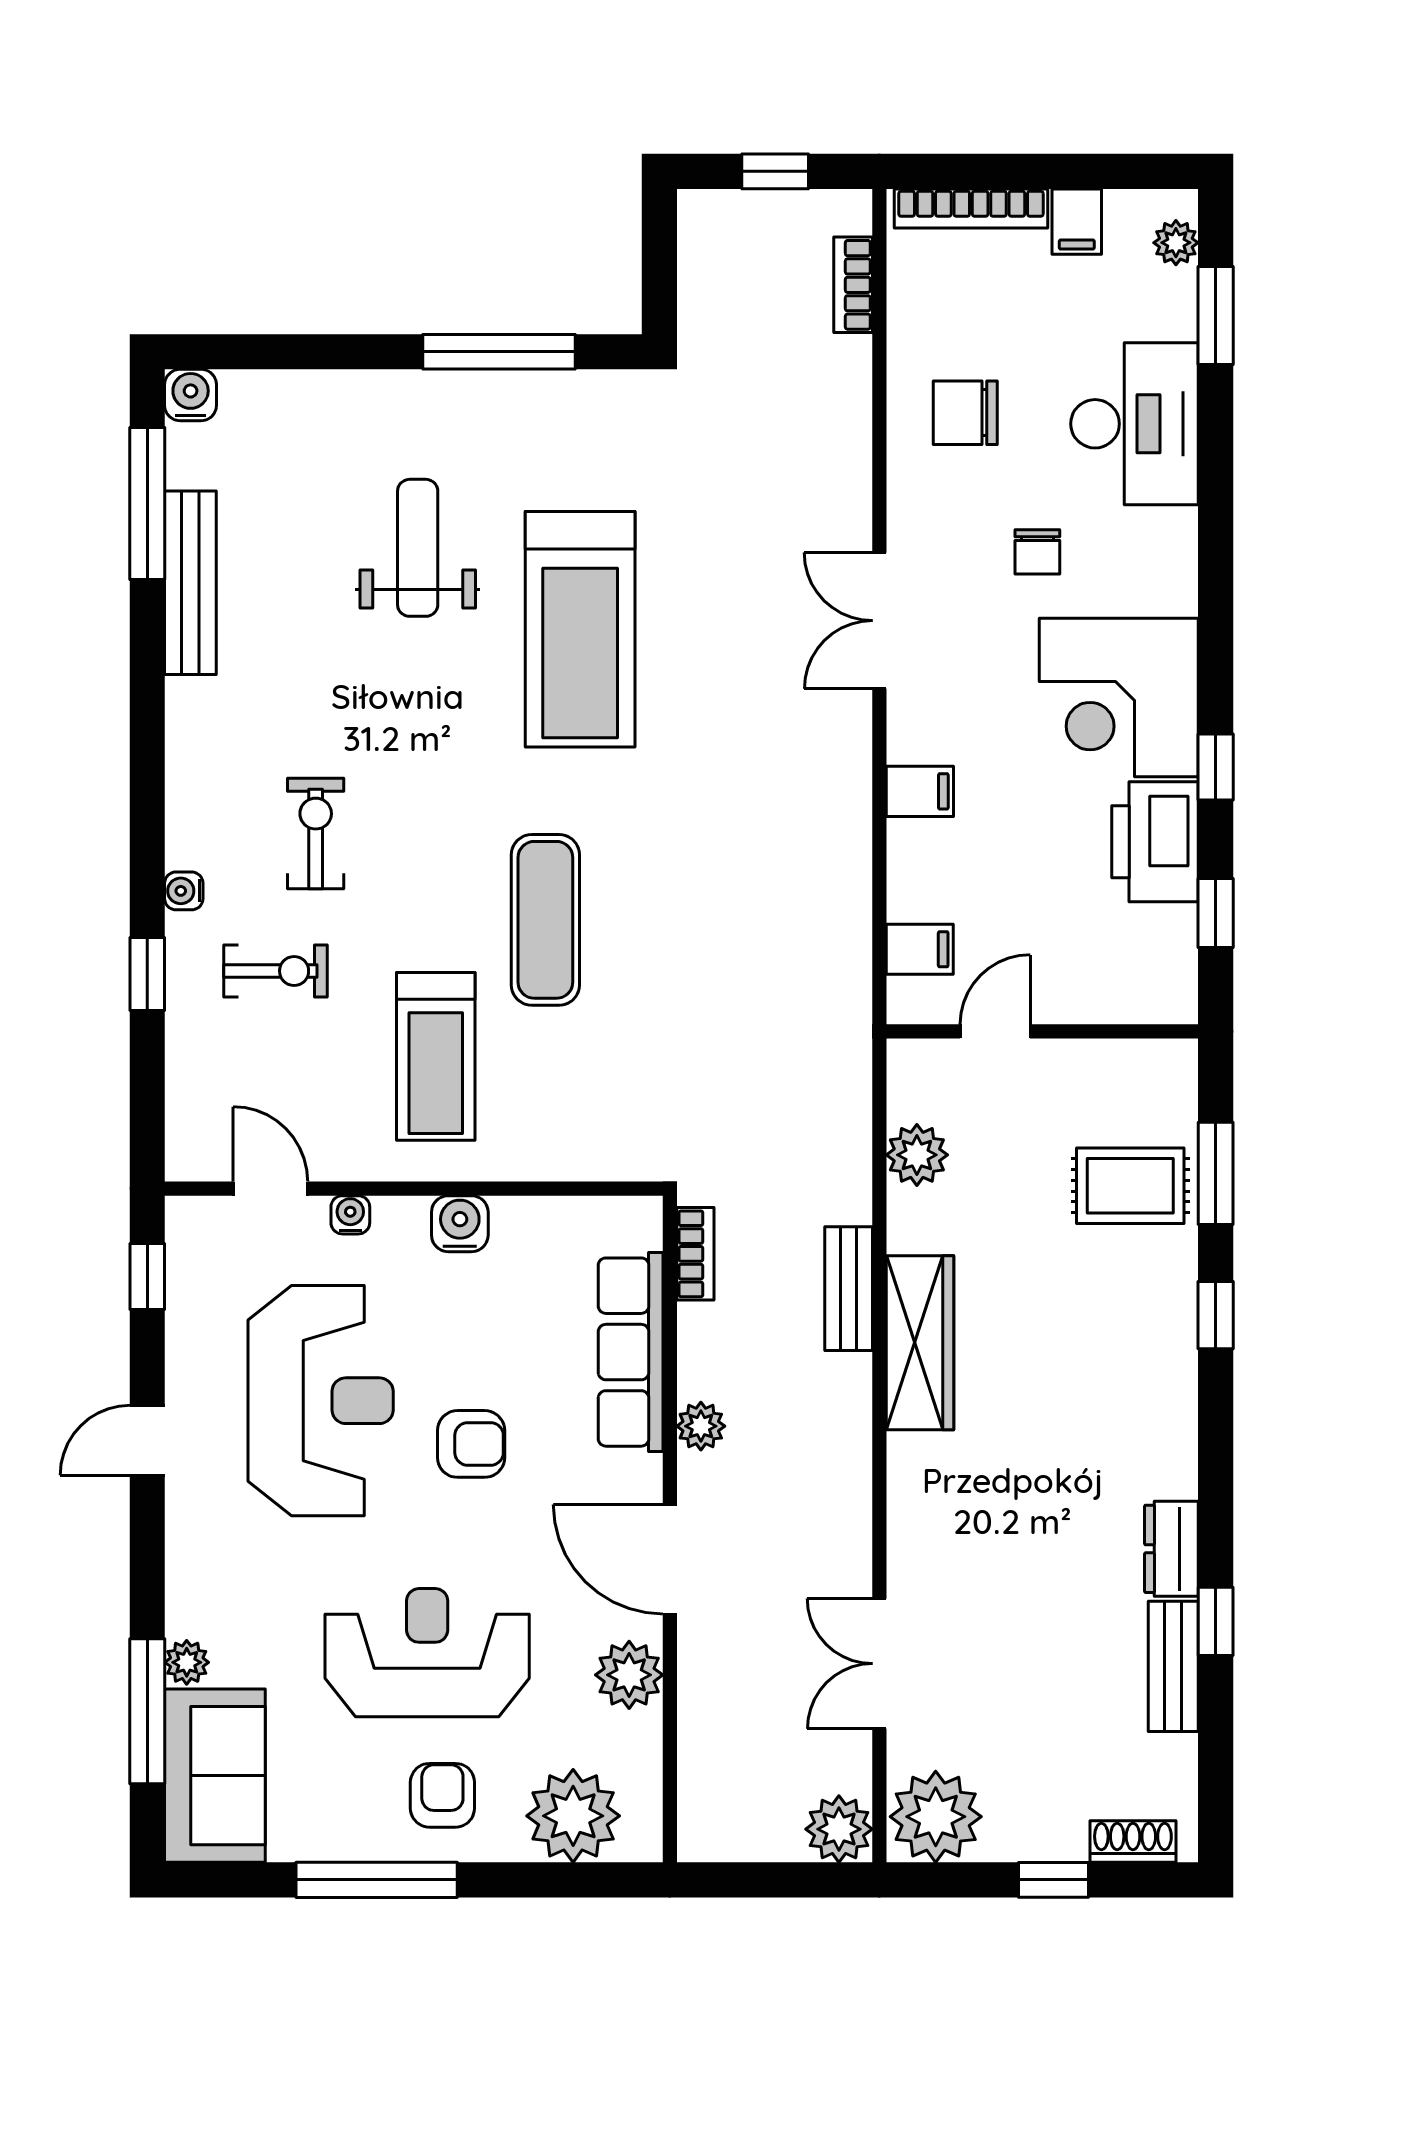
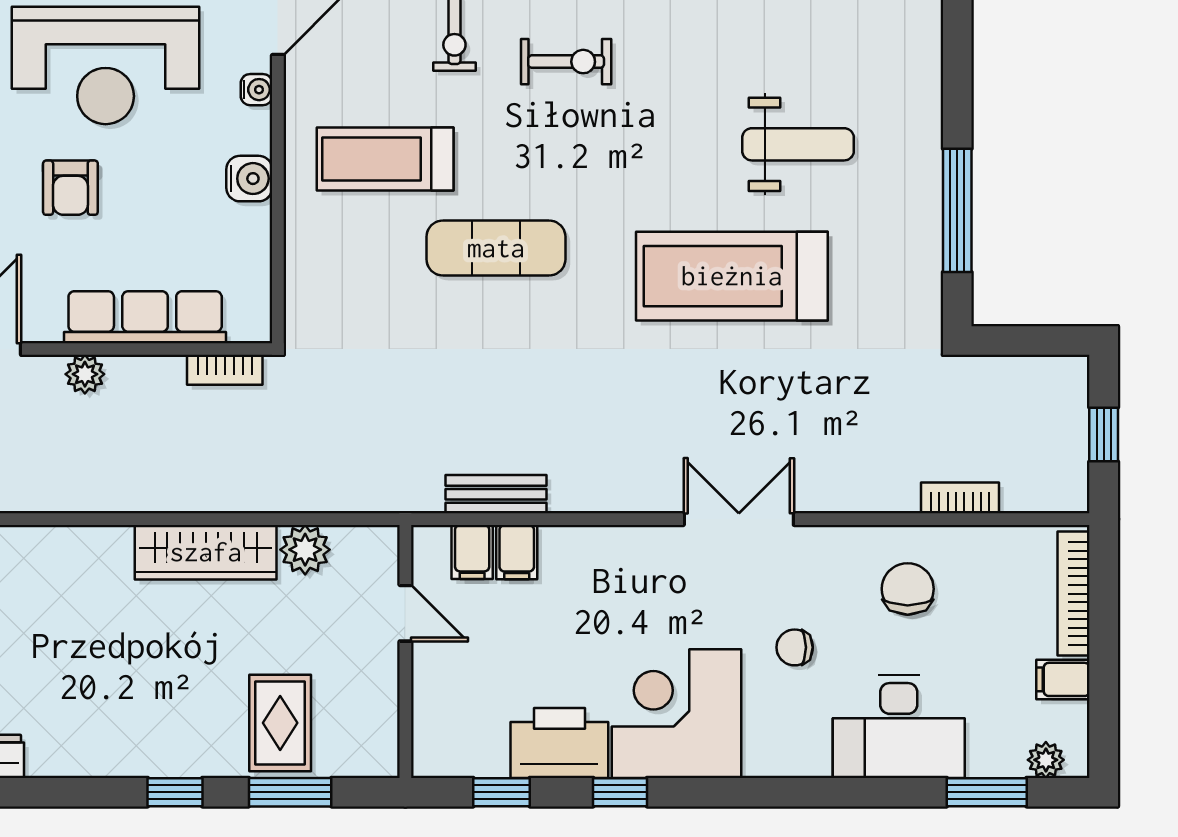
bookcase: (853, 285) -> (960, 498), moved
filing cabinet: (920, 791) -> (517, 552), moved
bench: (849, 1289) -> (496, 494), moved
wardrobe: (920, 1343) -> (206, 552), moved

